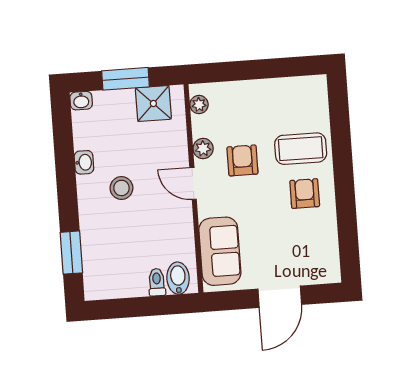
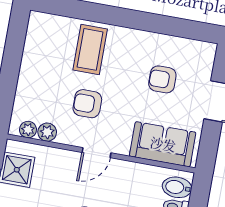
plant: (203, 149) -> (47, 132), moved
armchair: (305, 194) -> (162, 79), moved

